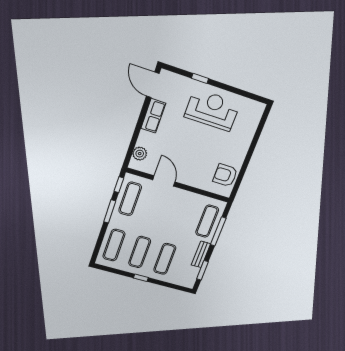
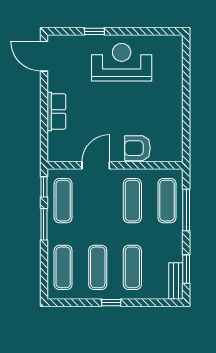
row of seats: (153, 116) -> (56, 111), moved
plant: (140, 154) -> (56, 141), removed
armchair: (225, 175) -> (137, 148), moved
door: (164, 181) -> (96, 165), hinge flipped
exercise mat: (182, 214) -> (132, 201), added
bench: (201, 254) -> (176, 281), moved

